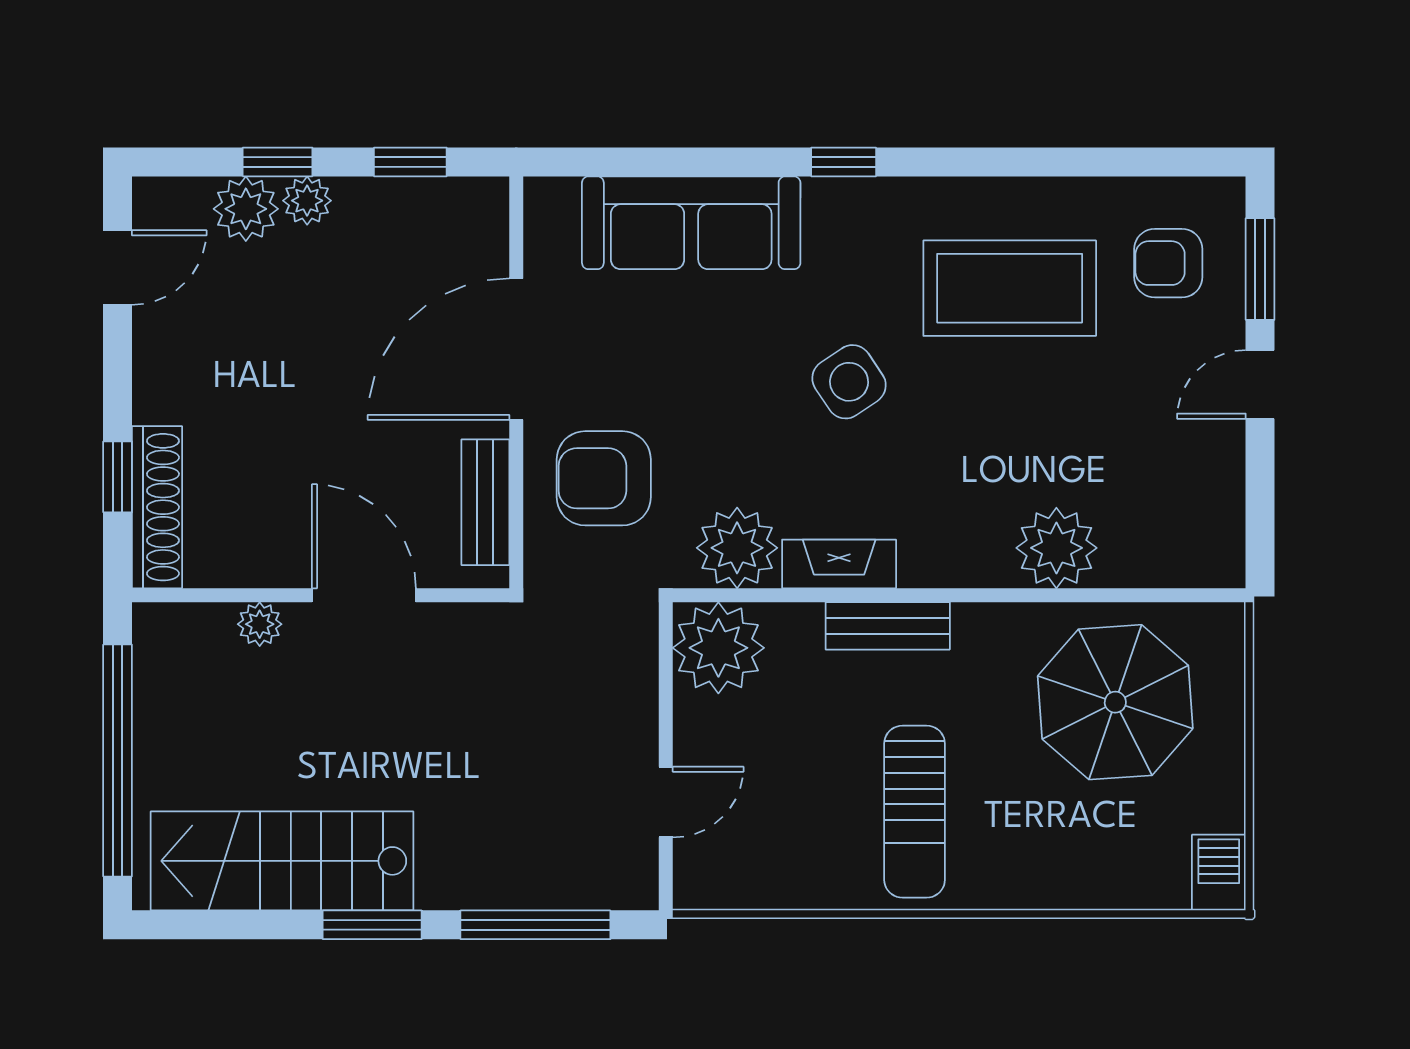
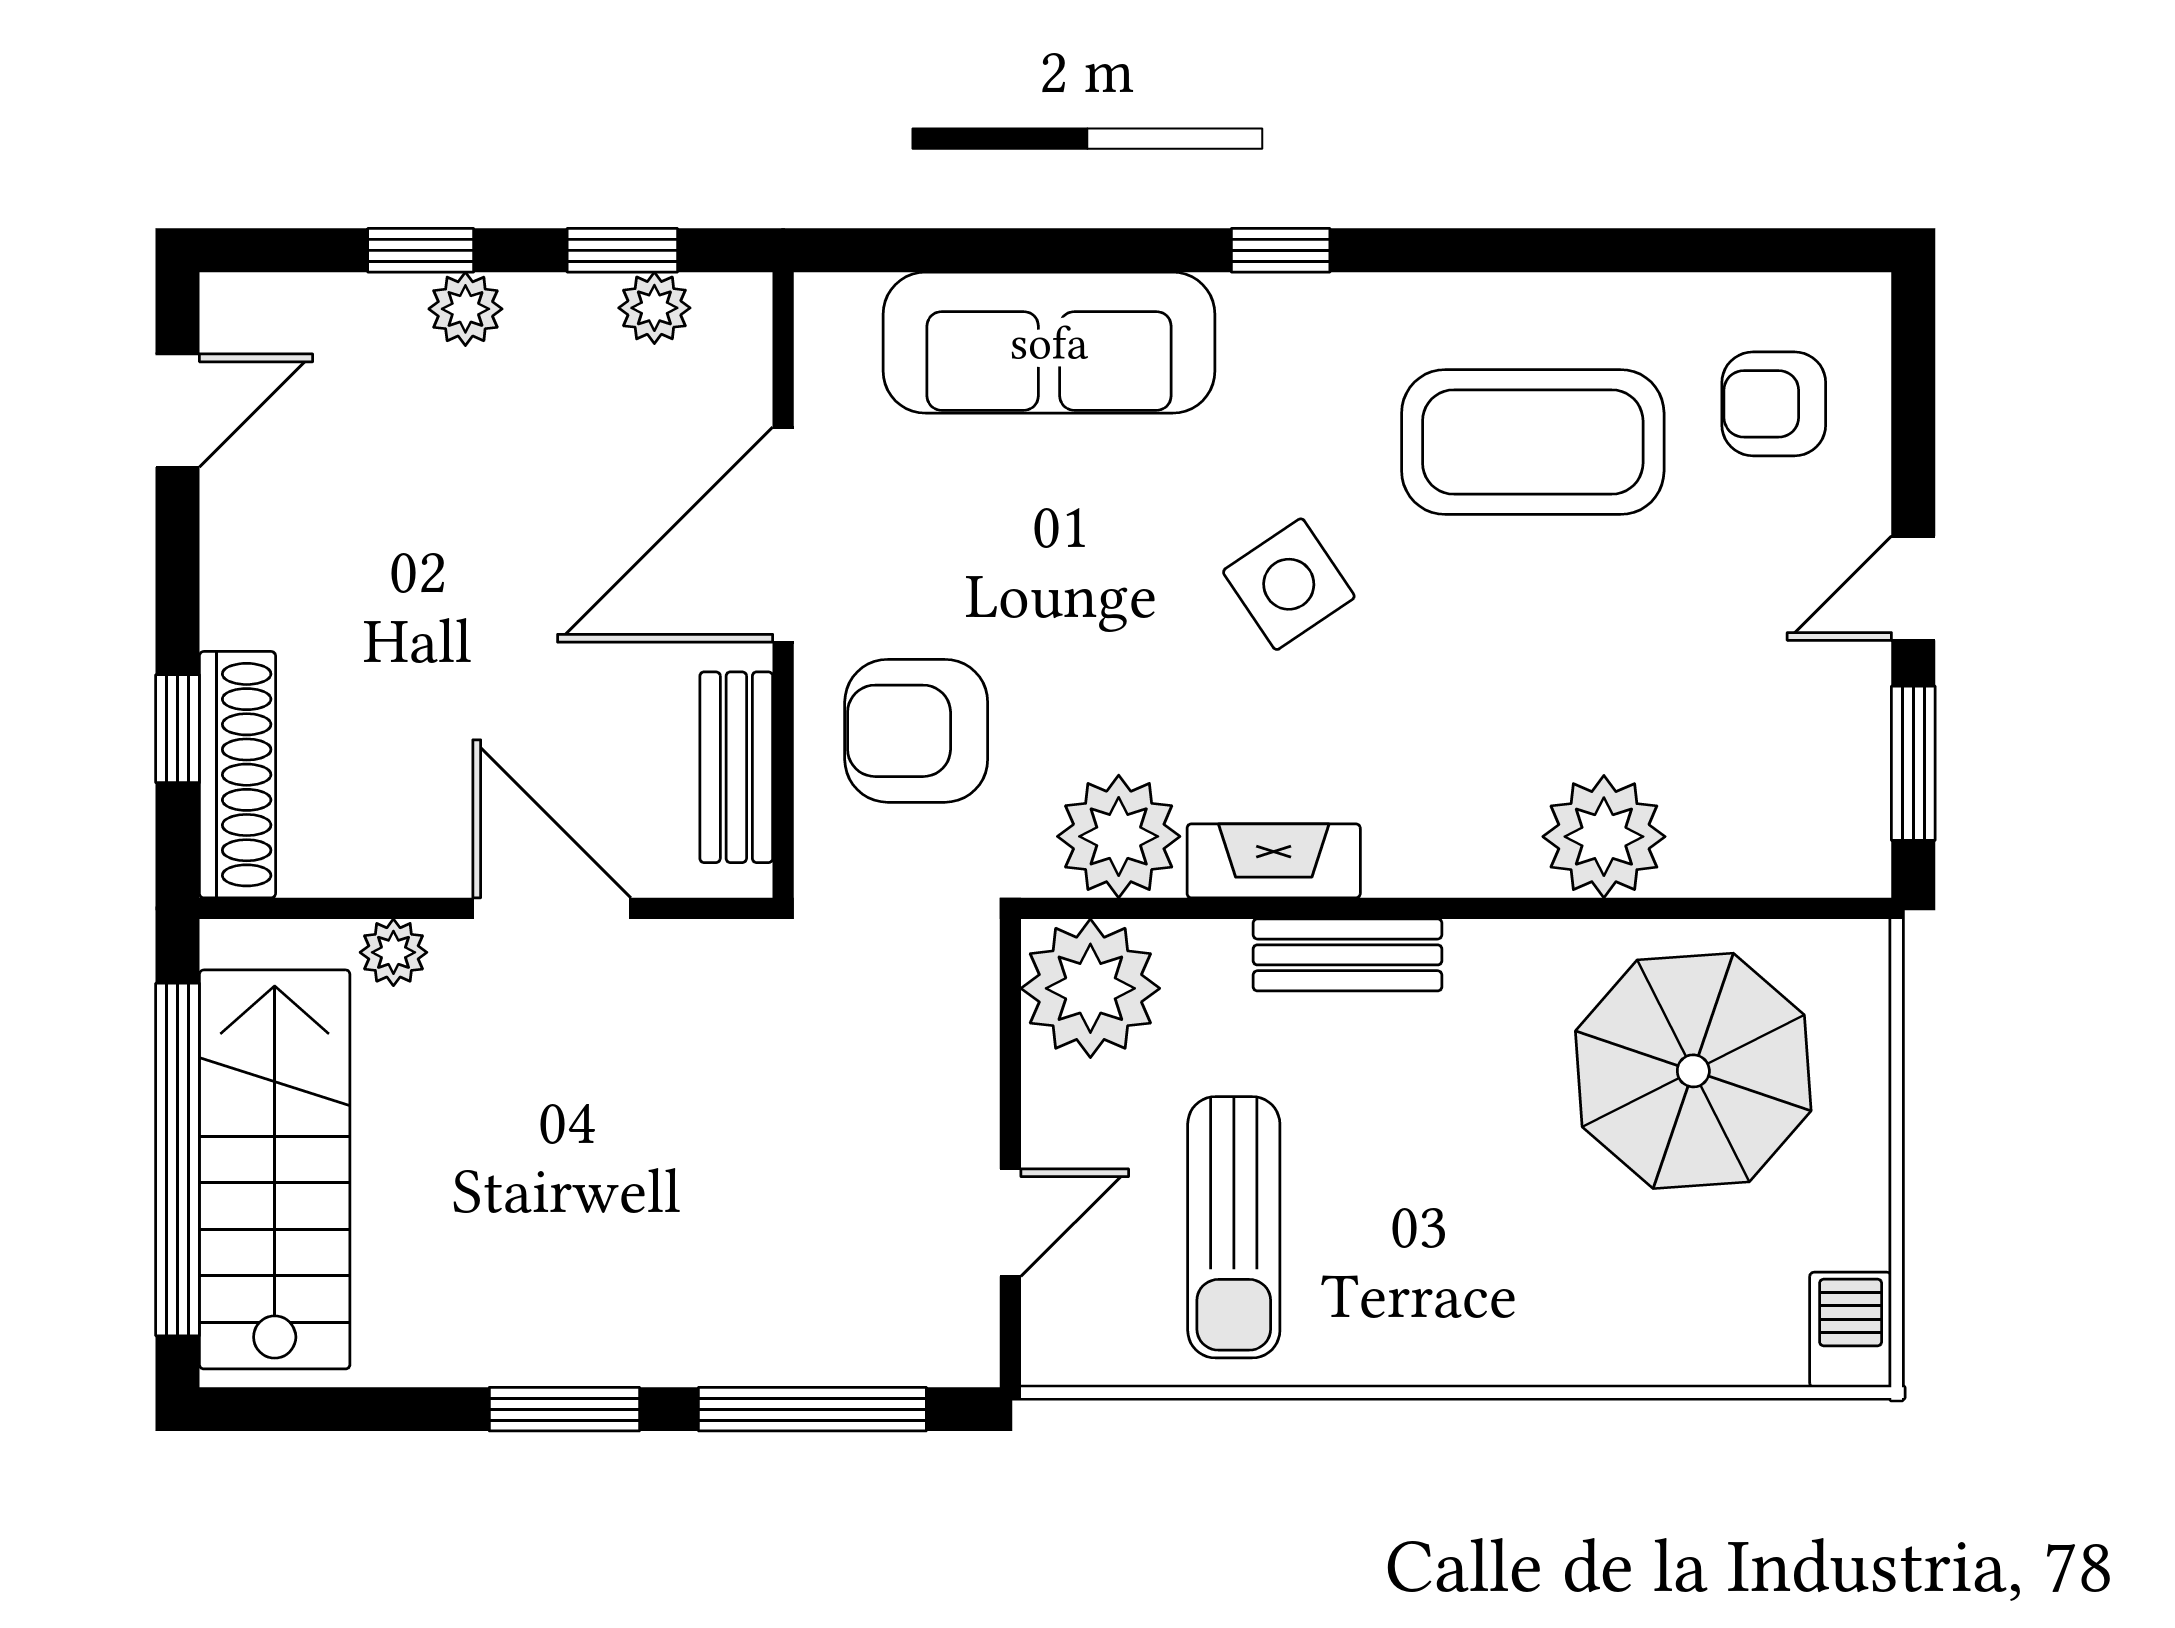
plant: (246, 209) -> (654, 308), moved, width x0.73, depth x0.73
window: (1260, 269) -> (1913, 763), moved
sun lounger: (915, 812) -> (1234, 1227), moved
stairs: (282, 861) -> (275, 1169), moved, turned 90

